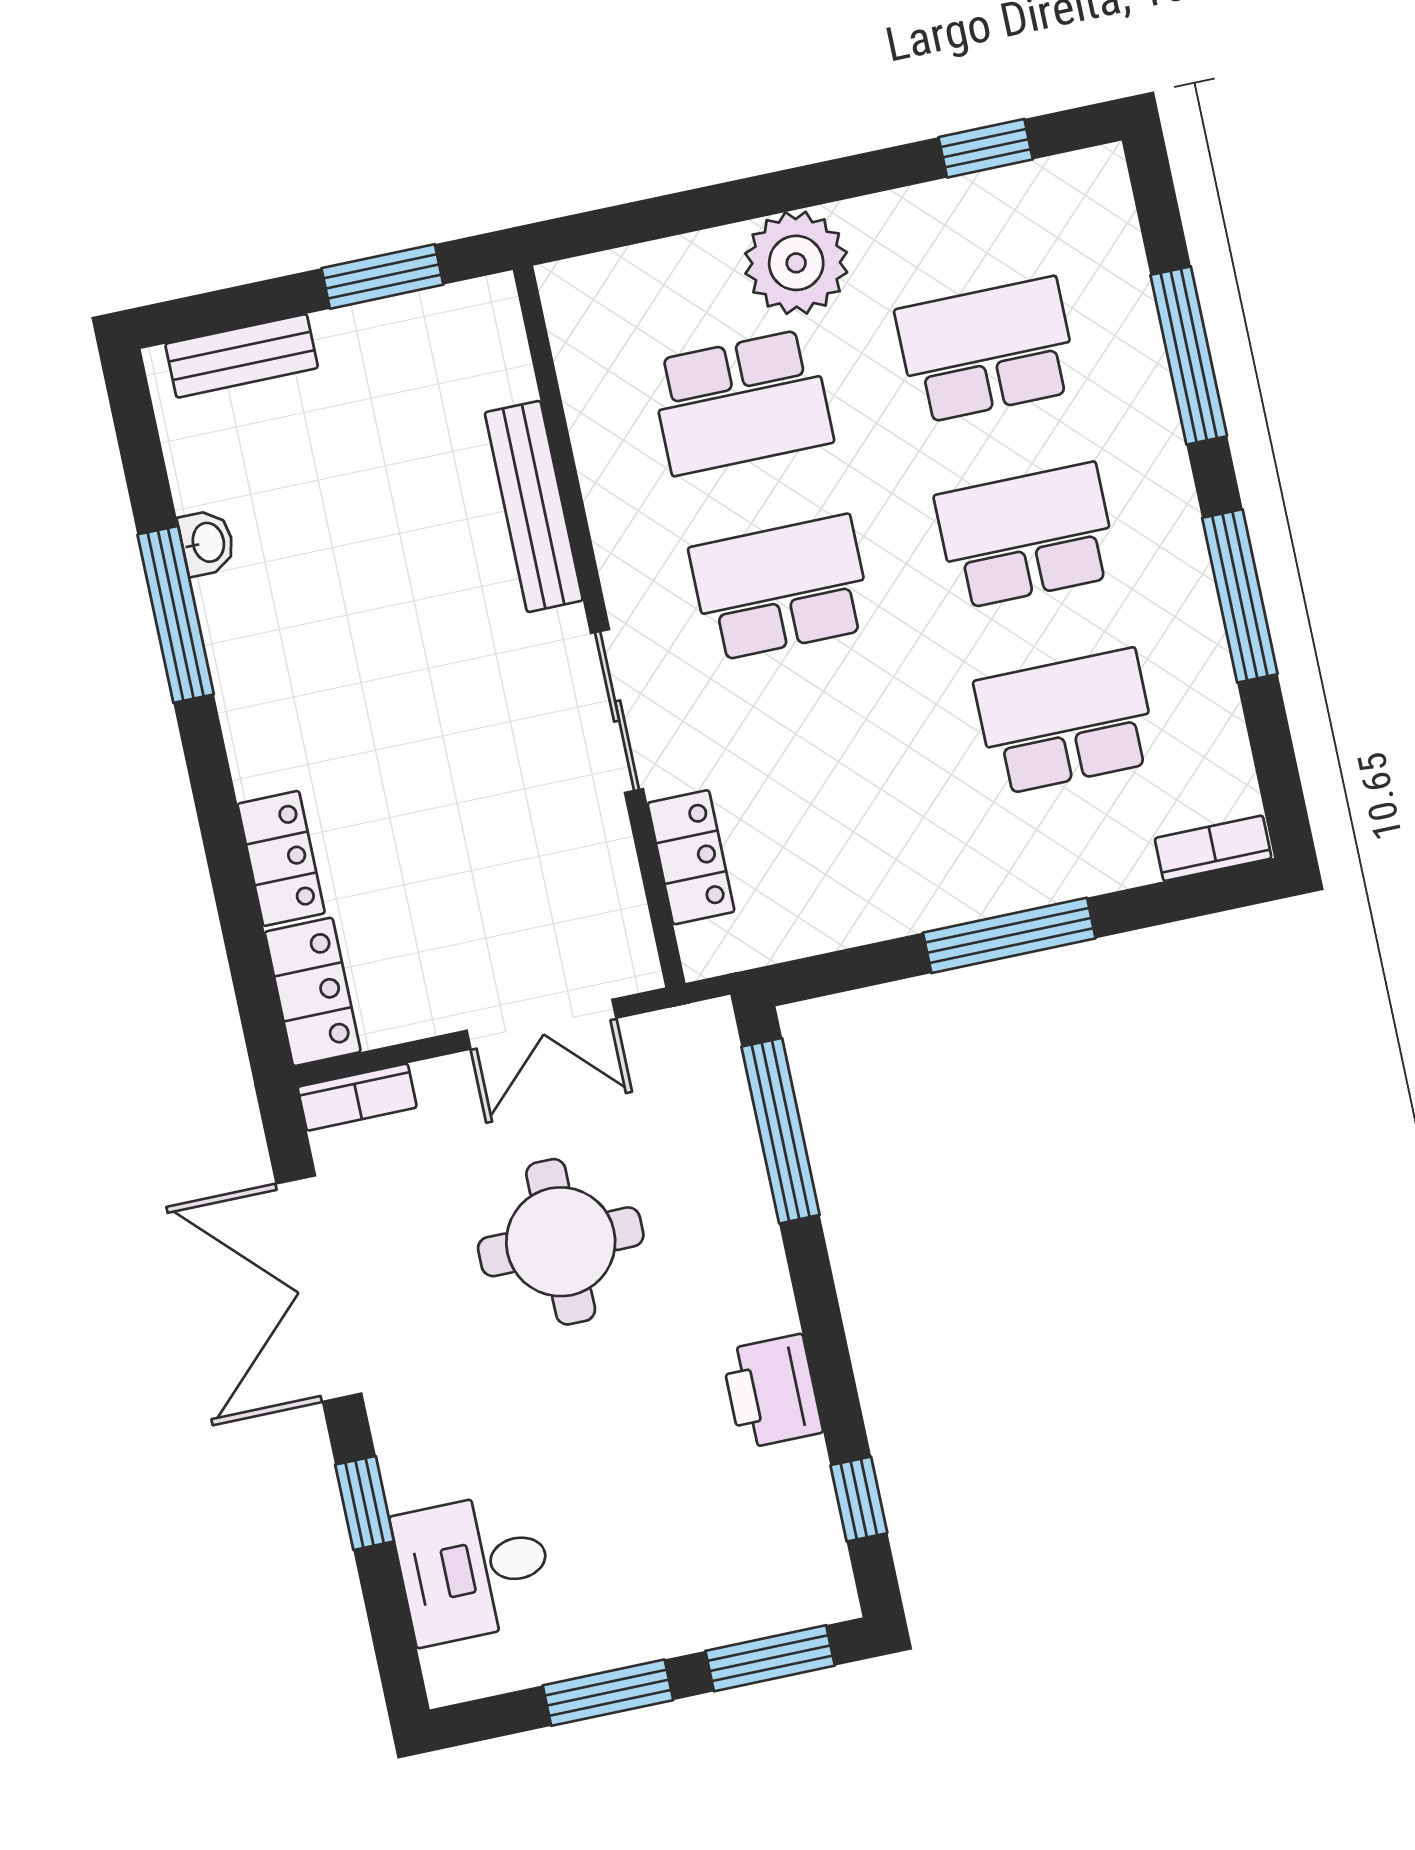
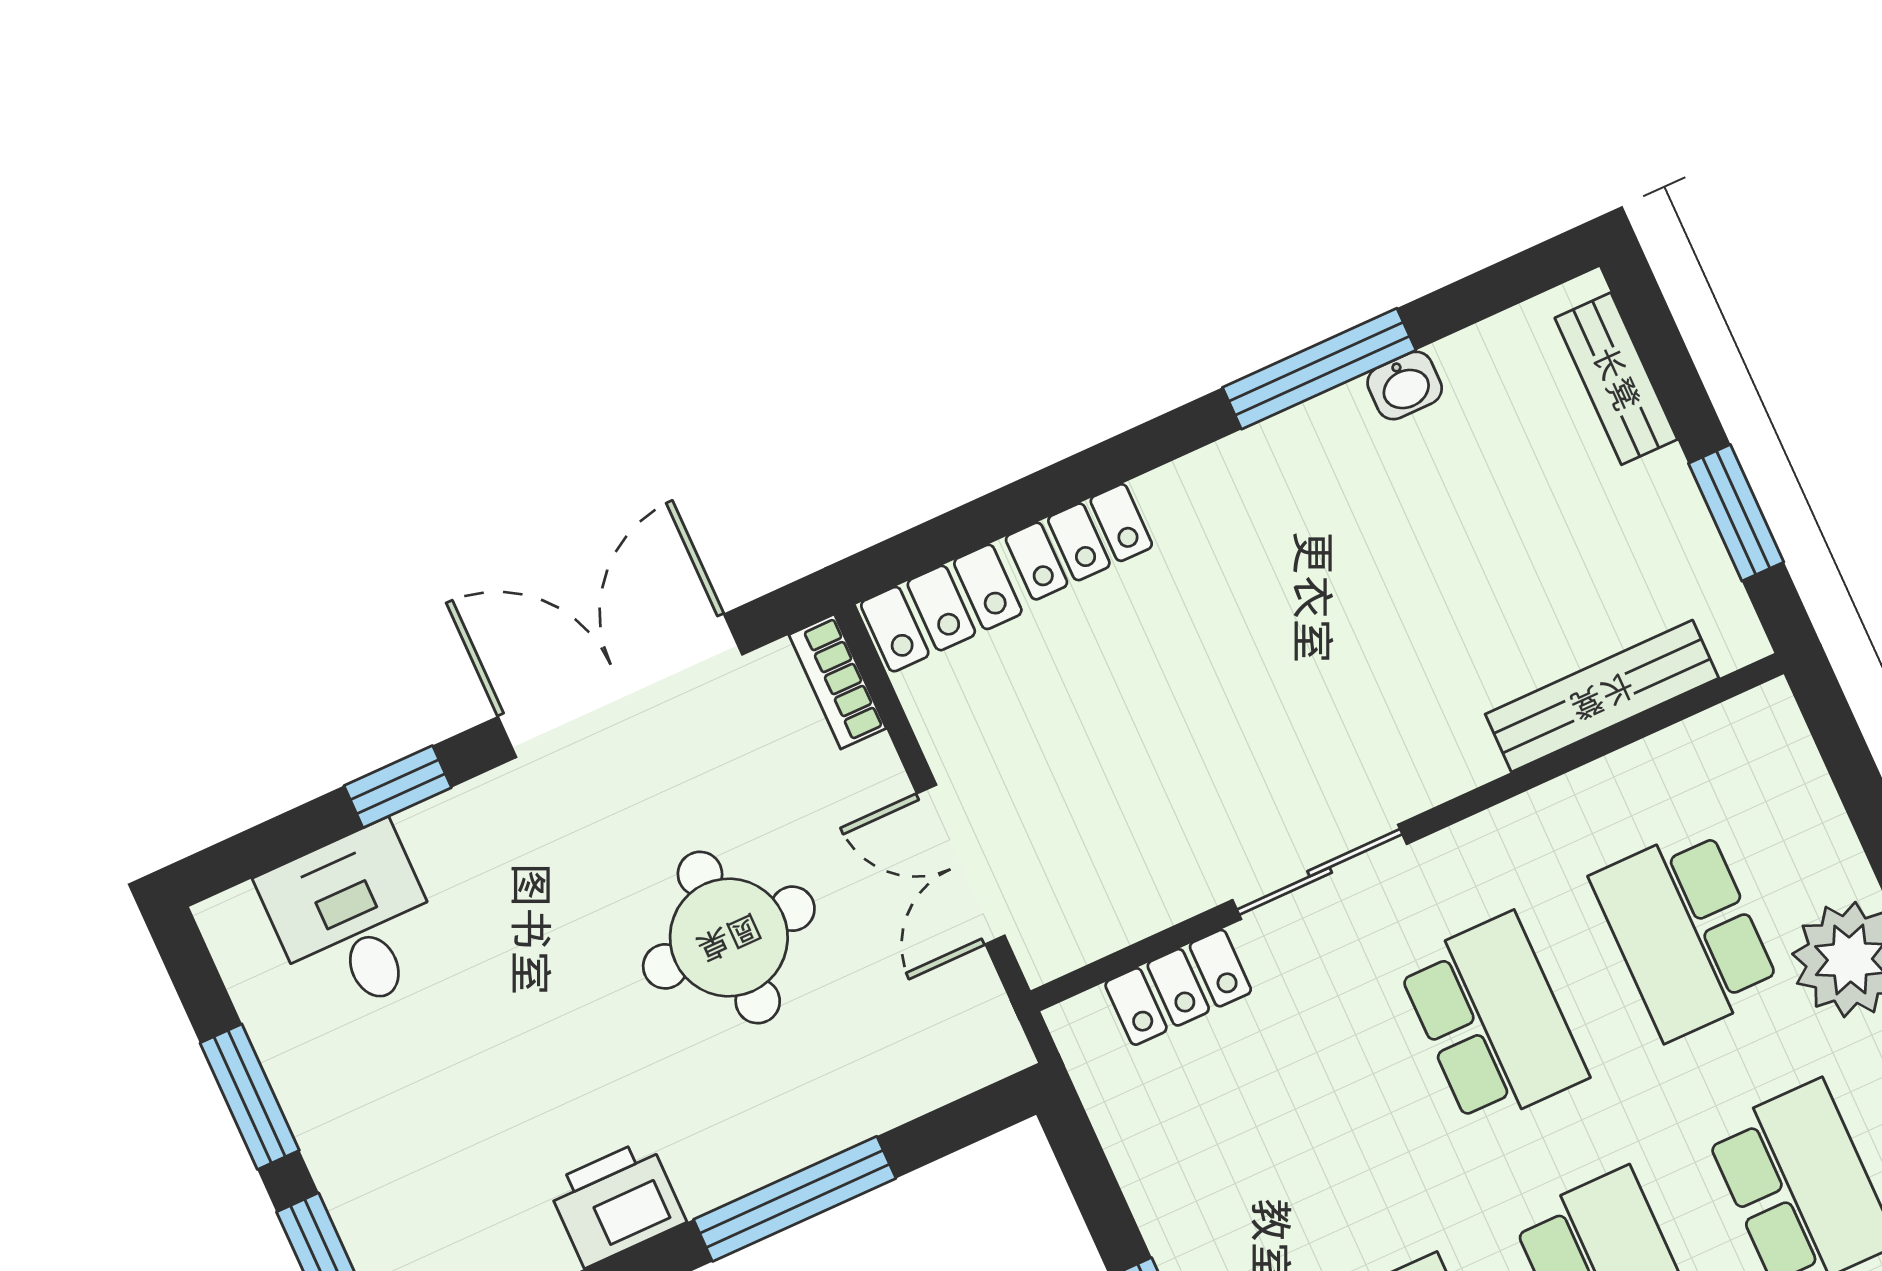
bench: (534, 506) -> (1602, 696), moved
window: (781, 1131) -> (795, 1199), moved

